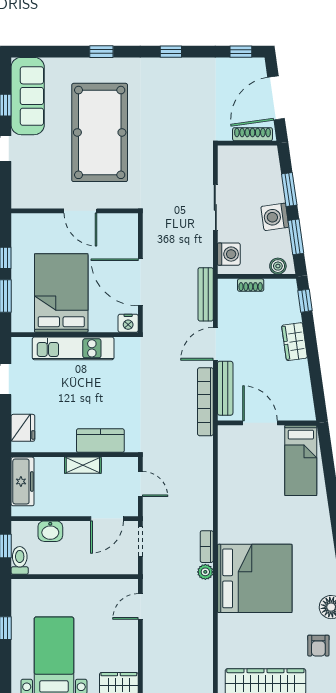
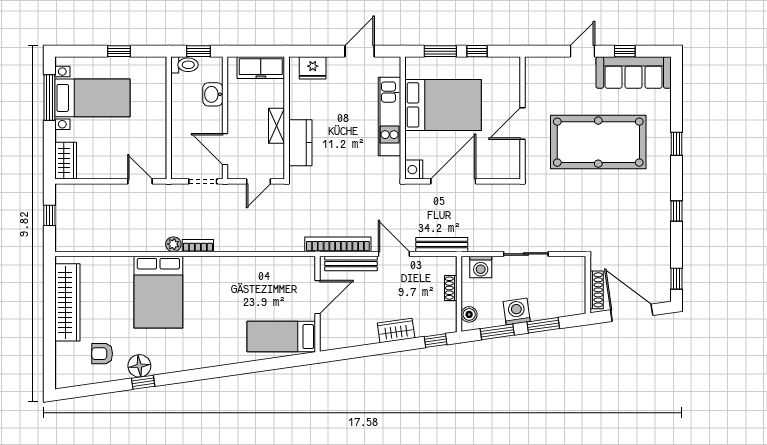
bed: (255, 578) -> (158, 292), width x0.73

